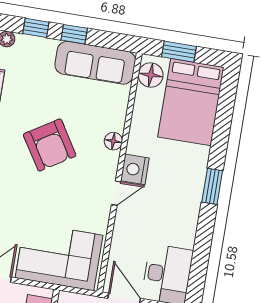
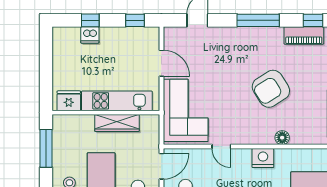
door: (116, 193) -> (221, 147), moved

